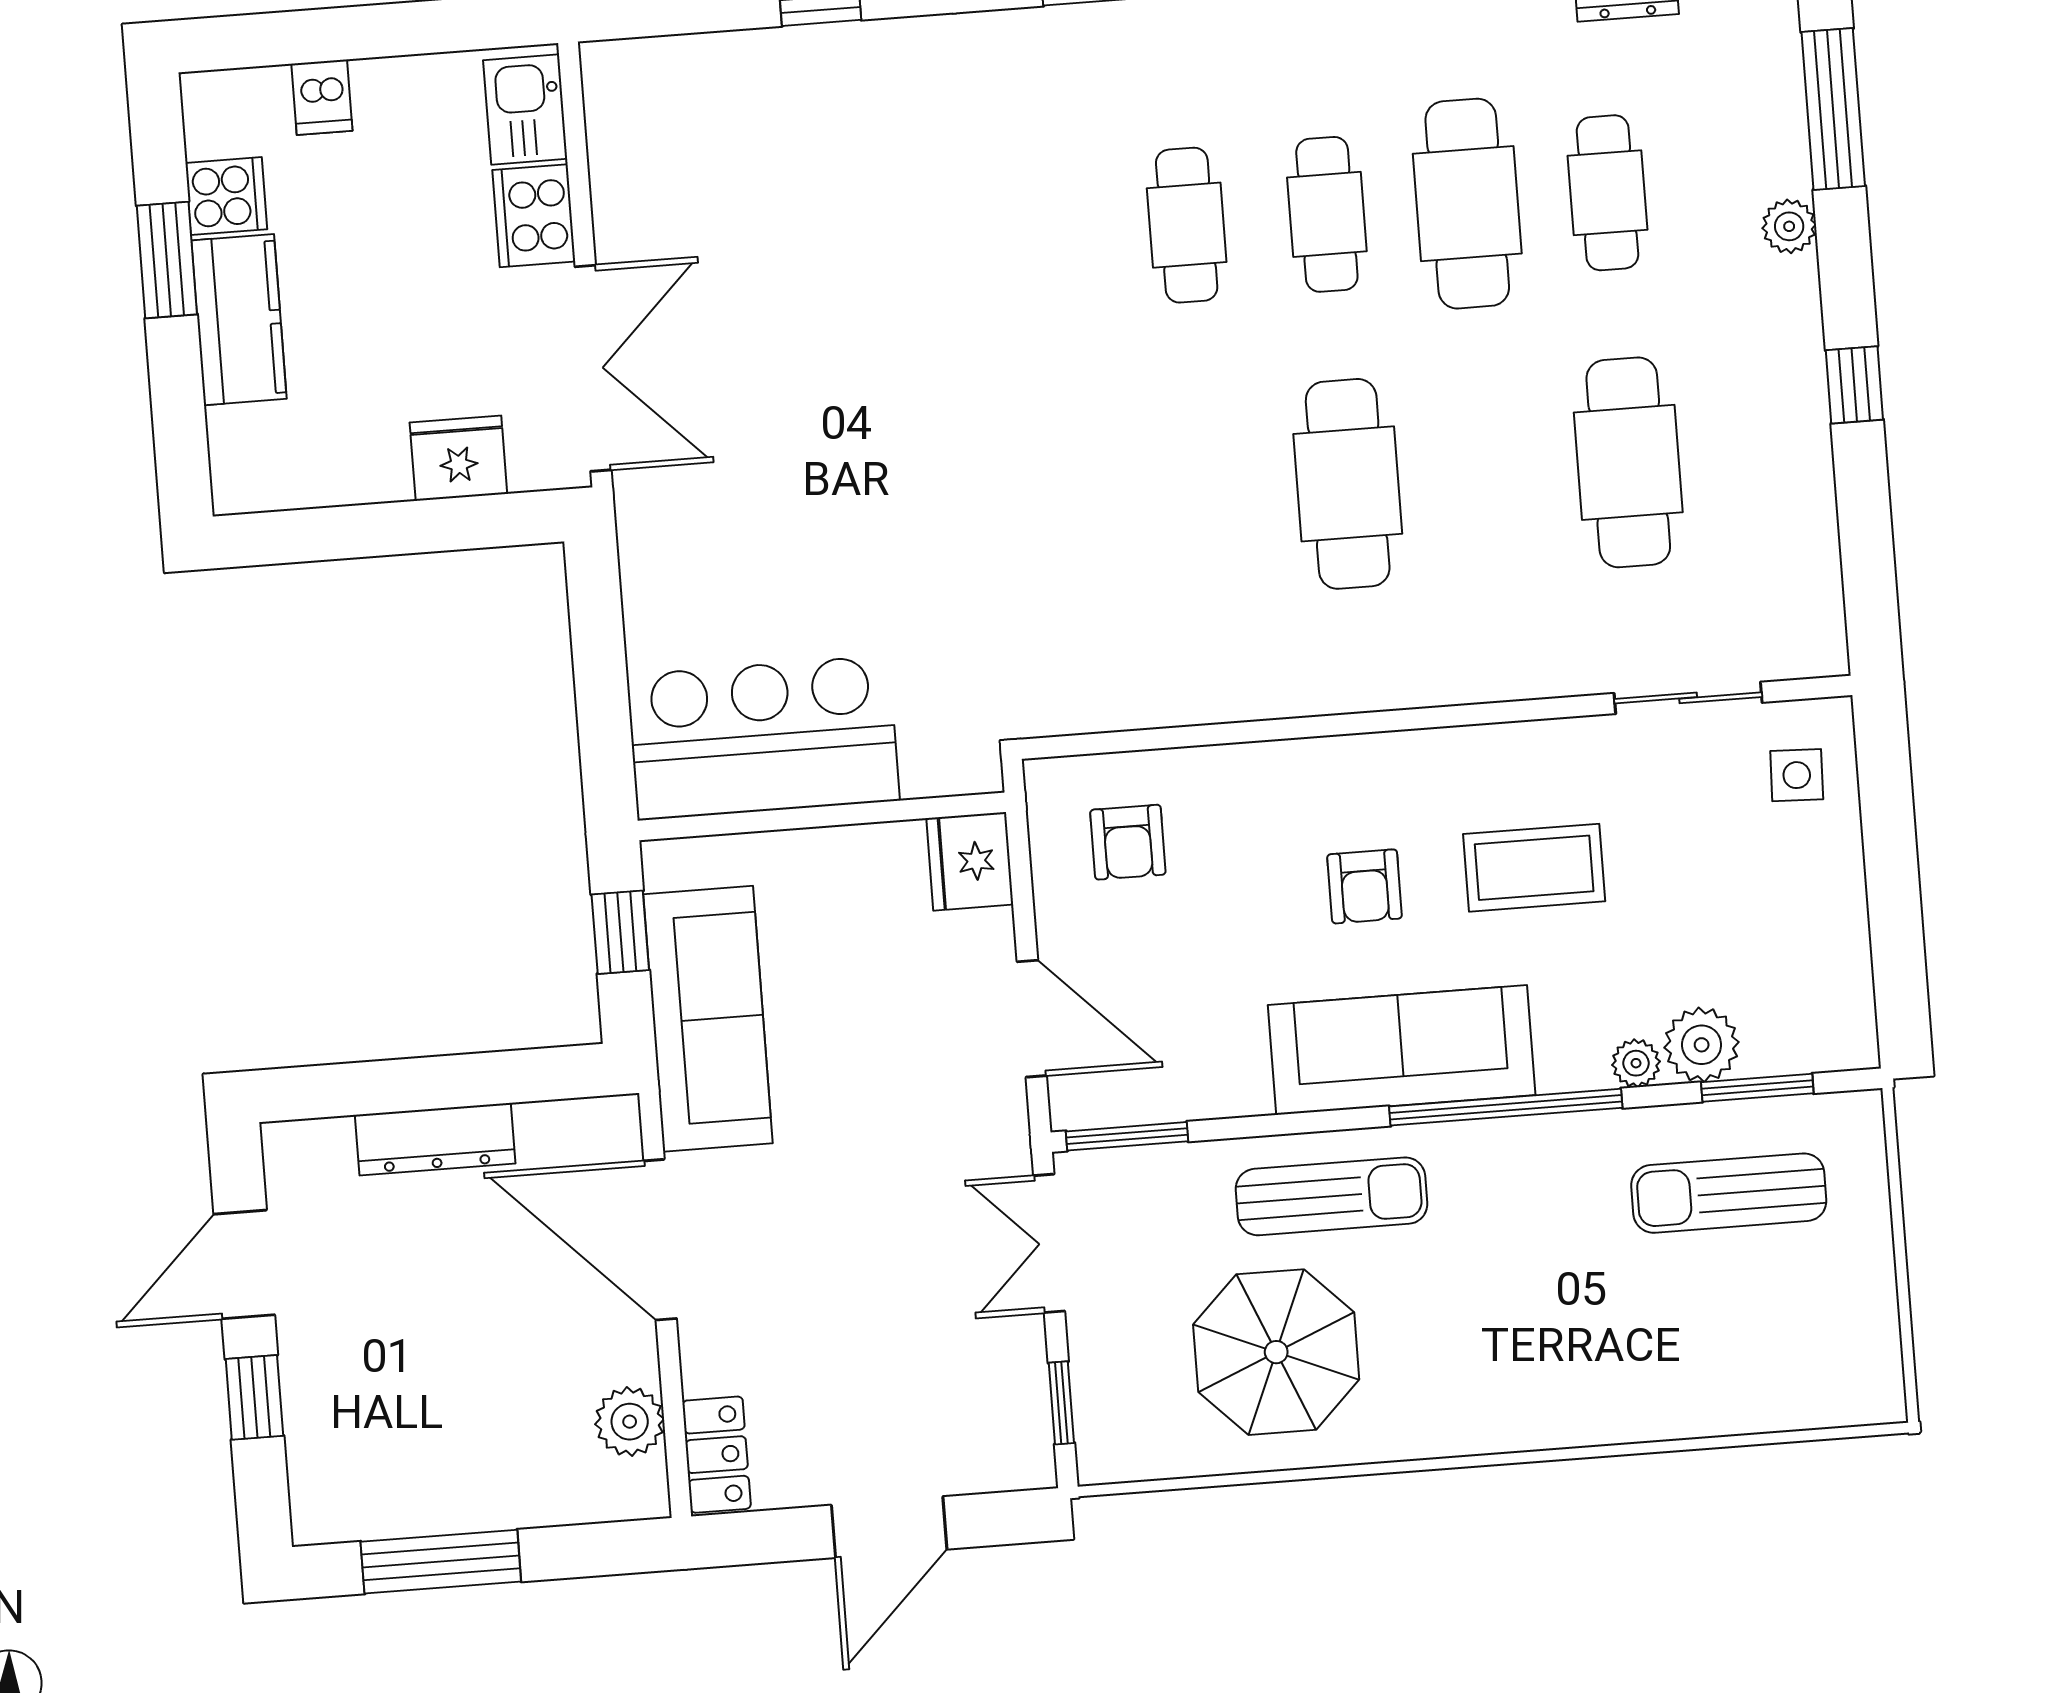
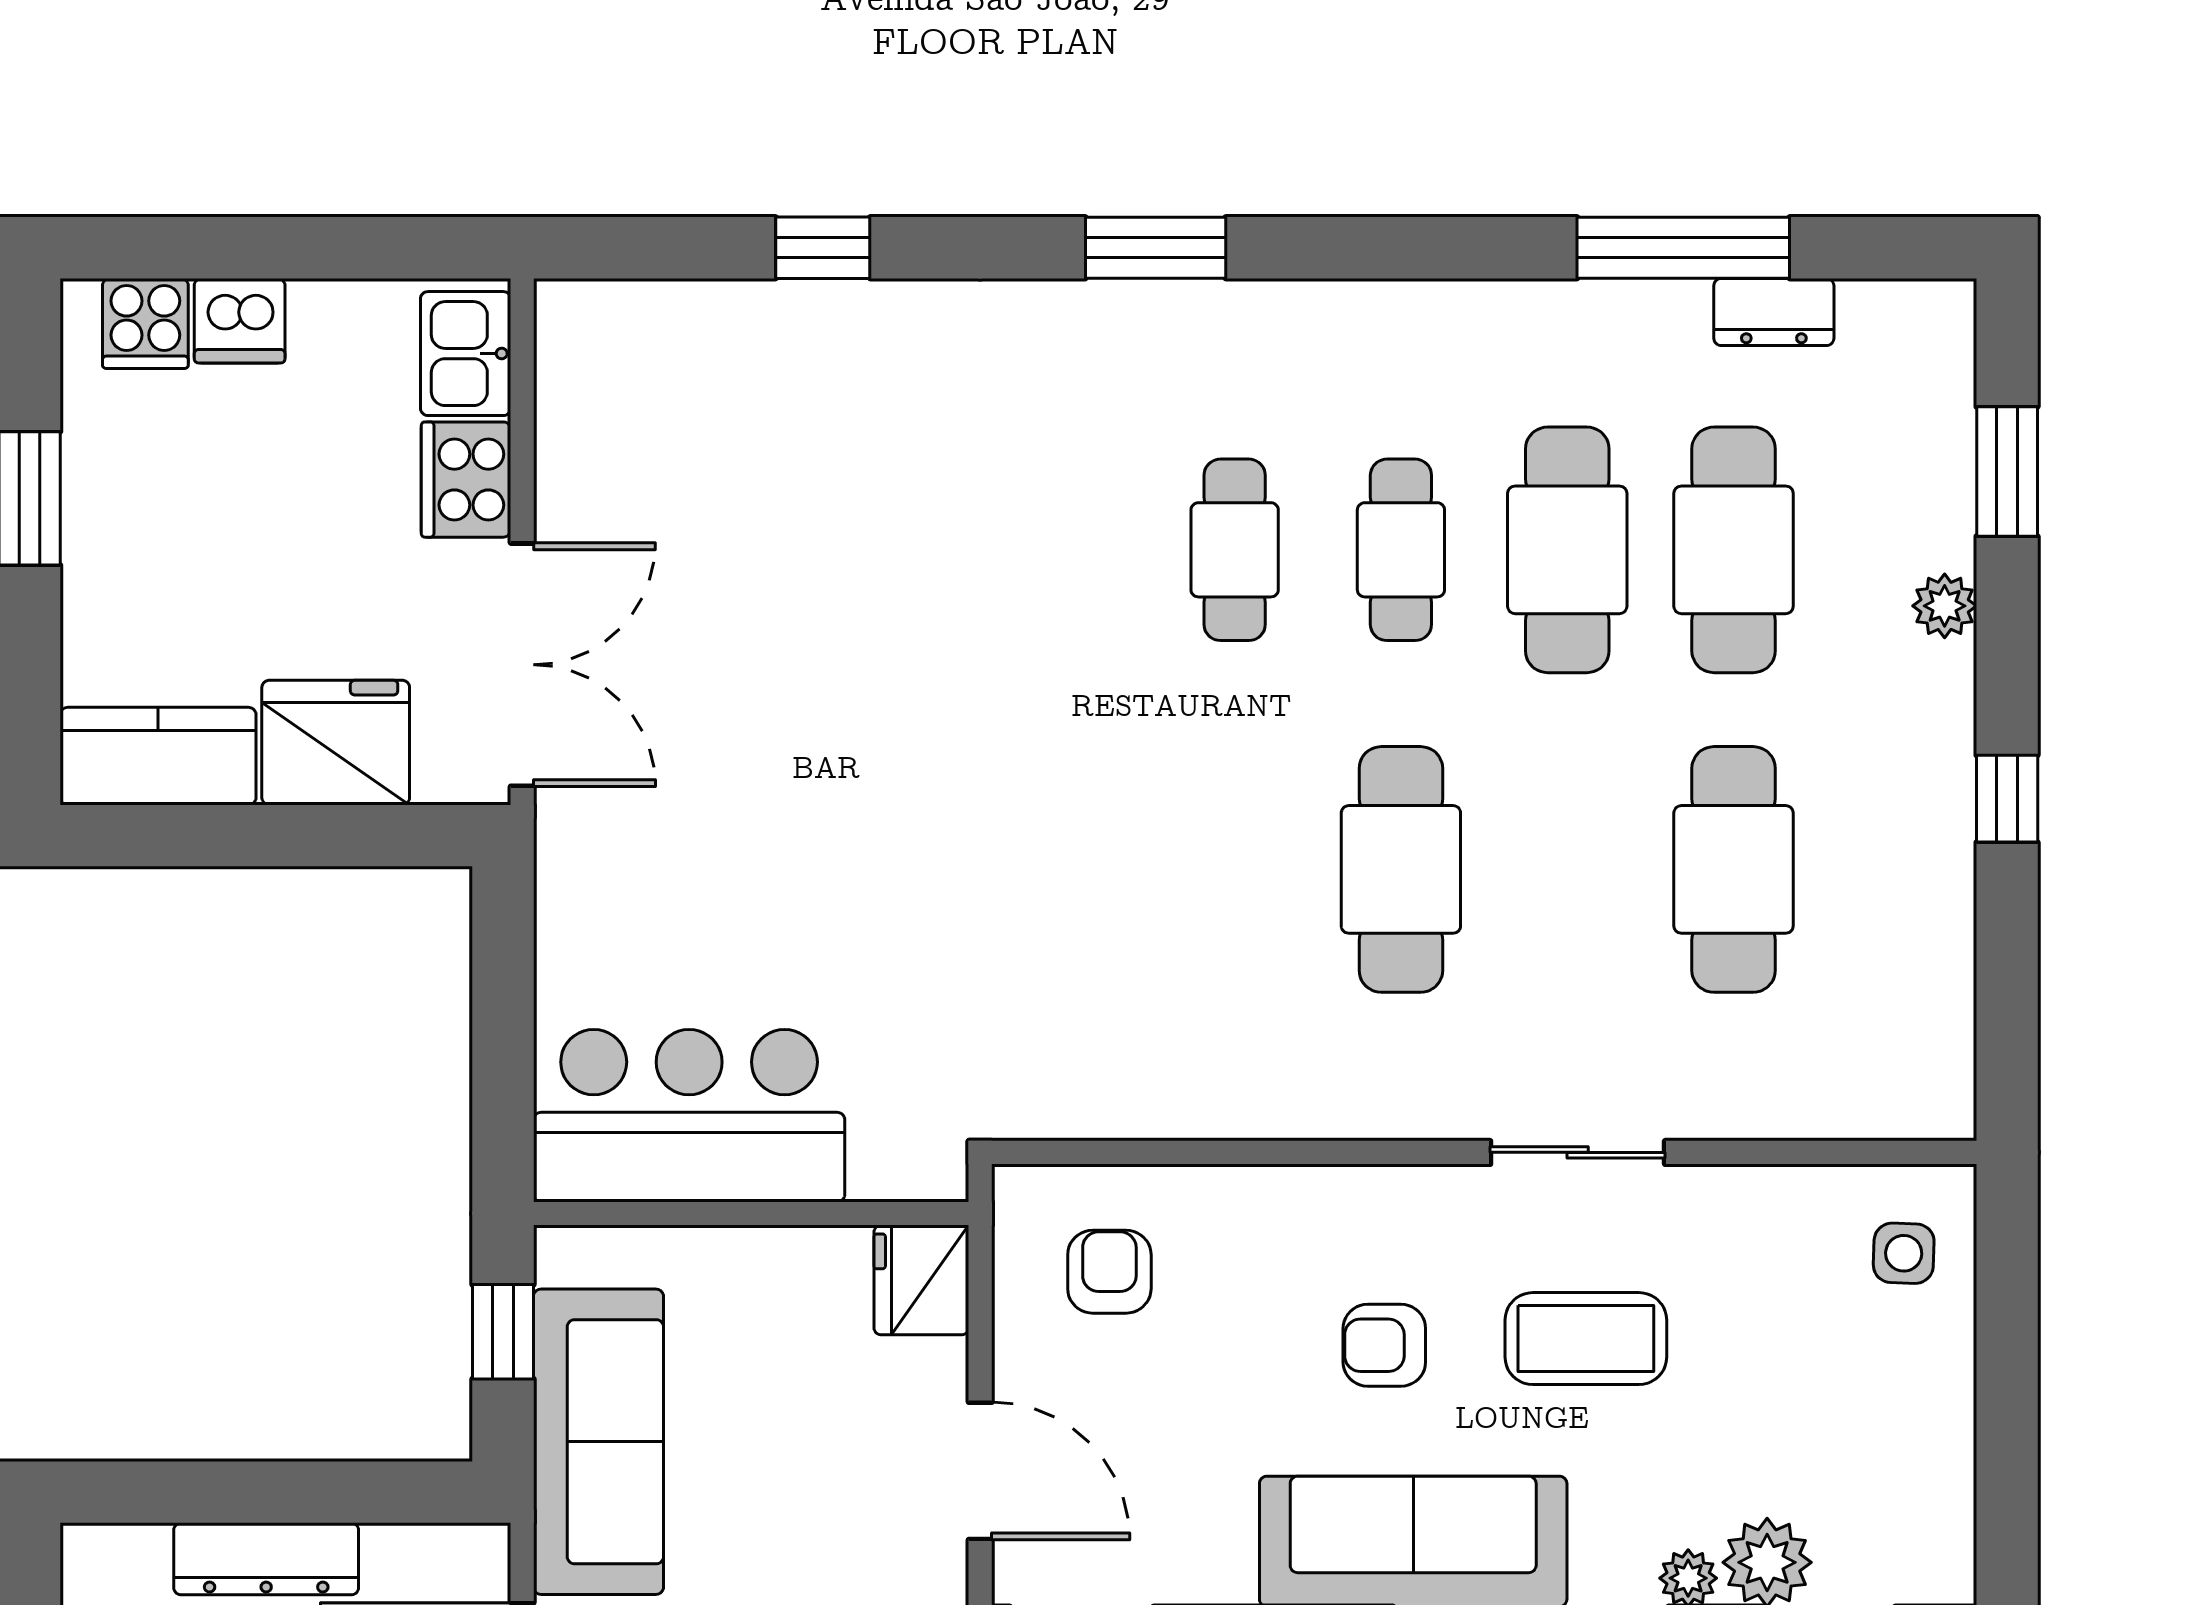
dishwasher: (322, 97) -> (240, 321), width x1.38
window: (1833, 109) -> (2007, 472), width x0.69
cafe table: (1608, 193) -> (1734, 550), width x1.37, depth x1.35
cooker: (226, 196) -> (145, 323), moved, turned 90
kitchen counter: (239, 320) -> (158, 756), moved, turned -90
fridge: (458, 458) -> (336, 743), width x1.36, depth x1.34
sliding door: (1688, 698) -> (1578, 1152), moved
armchair: (1128, 842) -> (1109, 1272), turned 180
armchair: (1365, 886) -> (1384, 1345), turned 90

